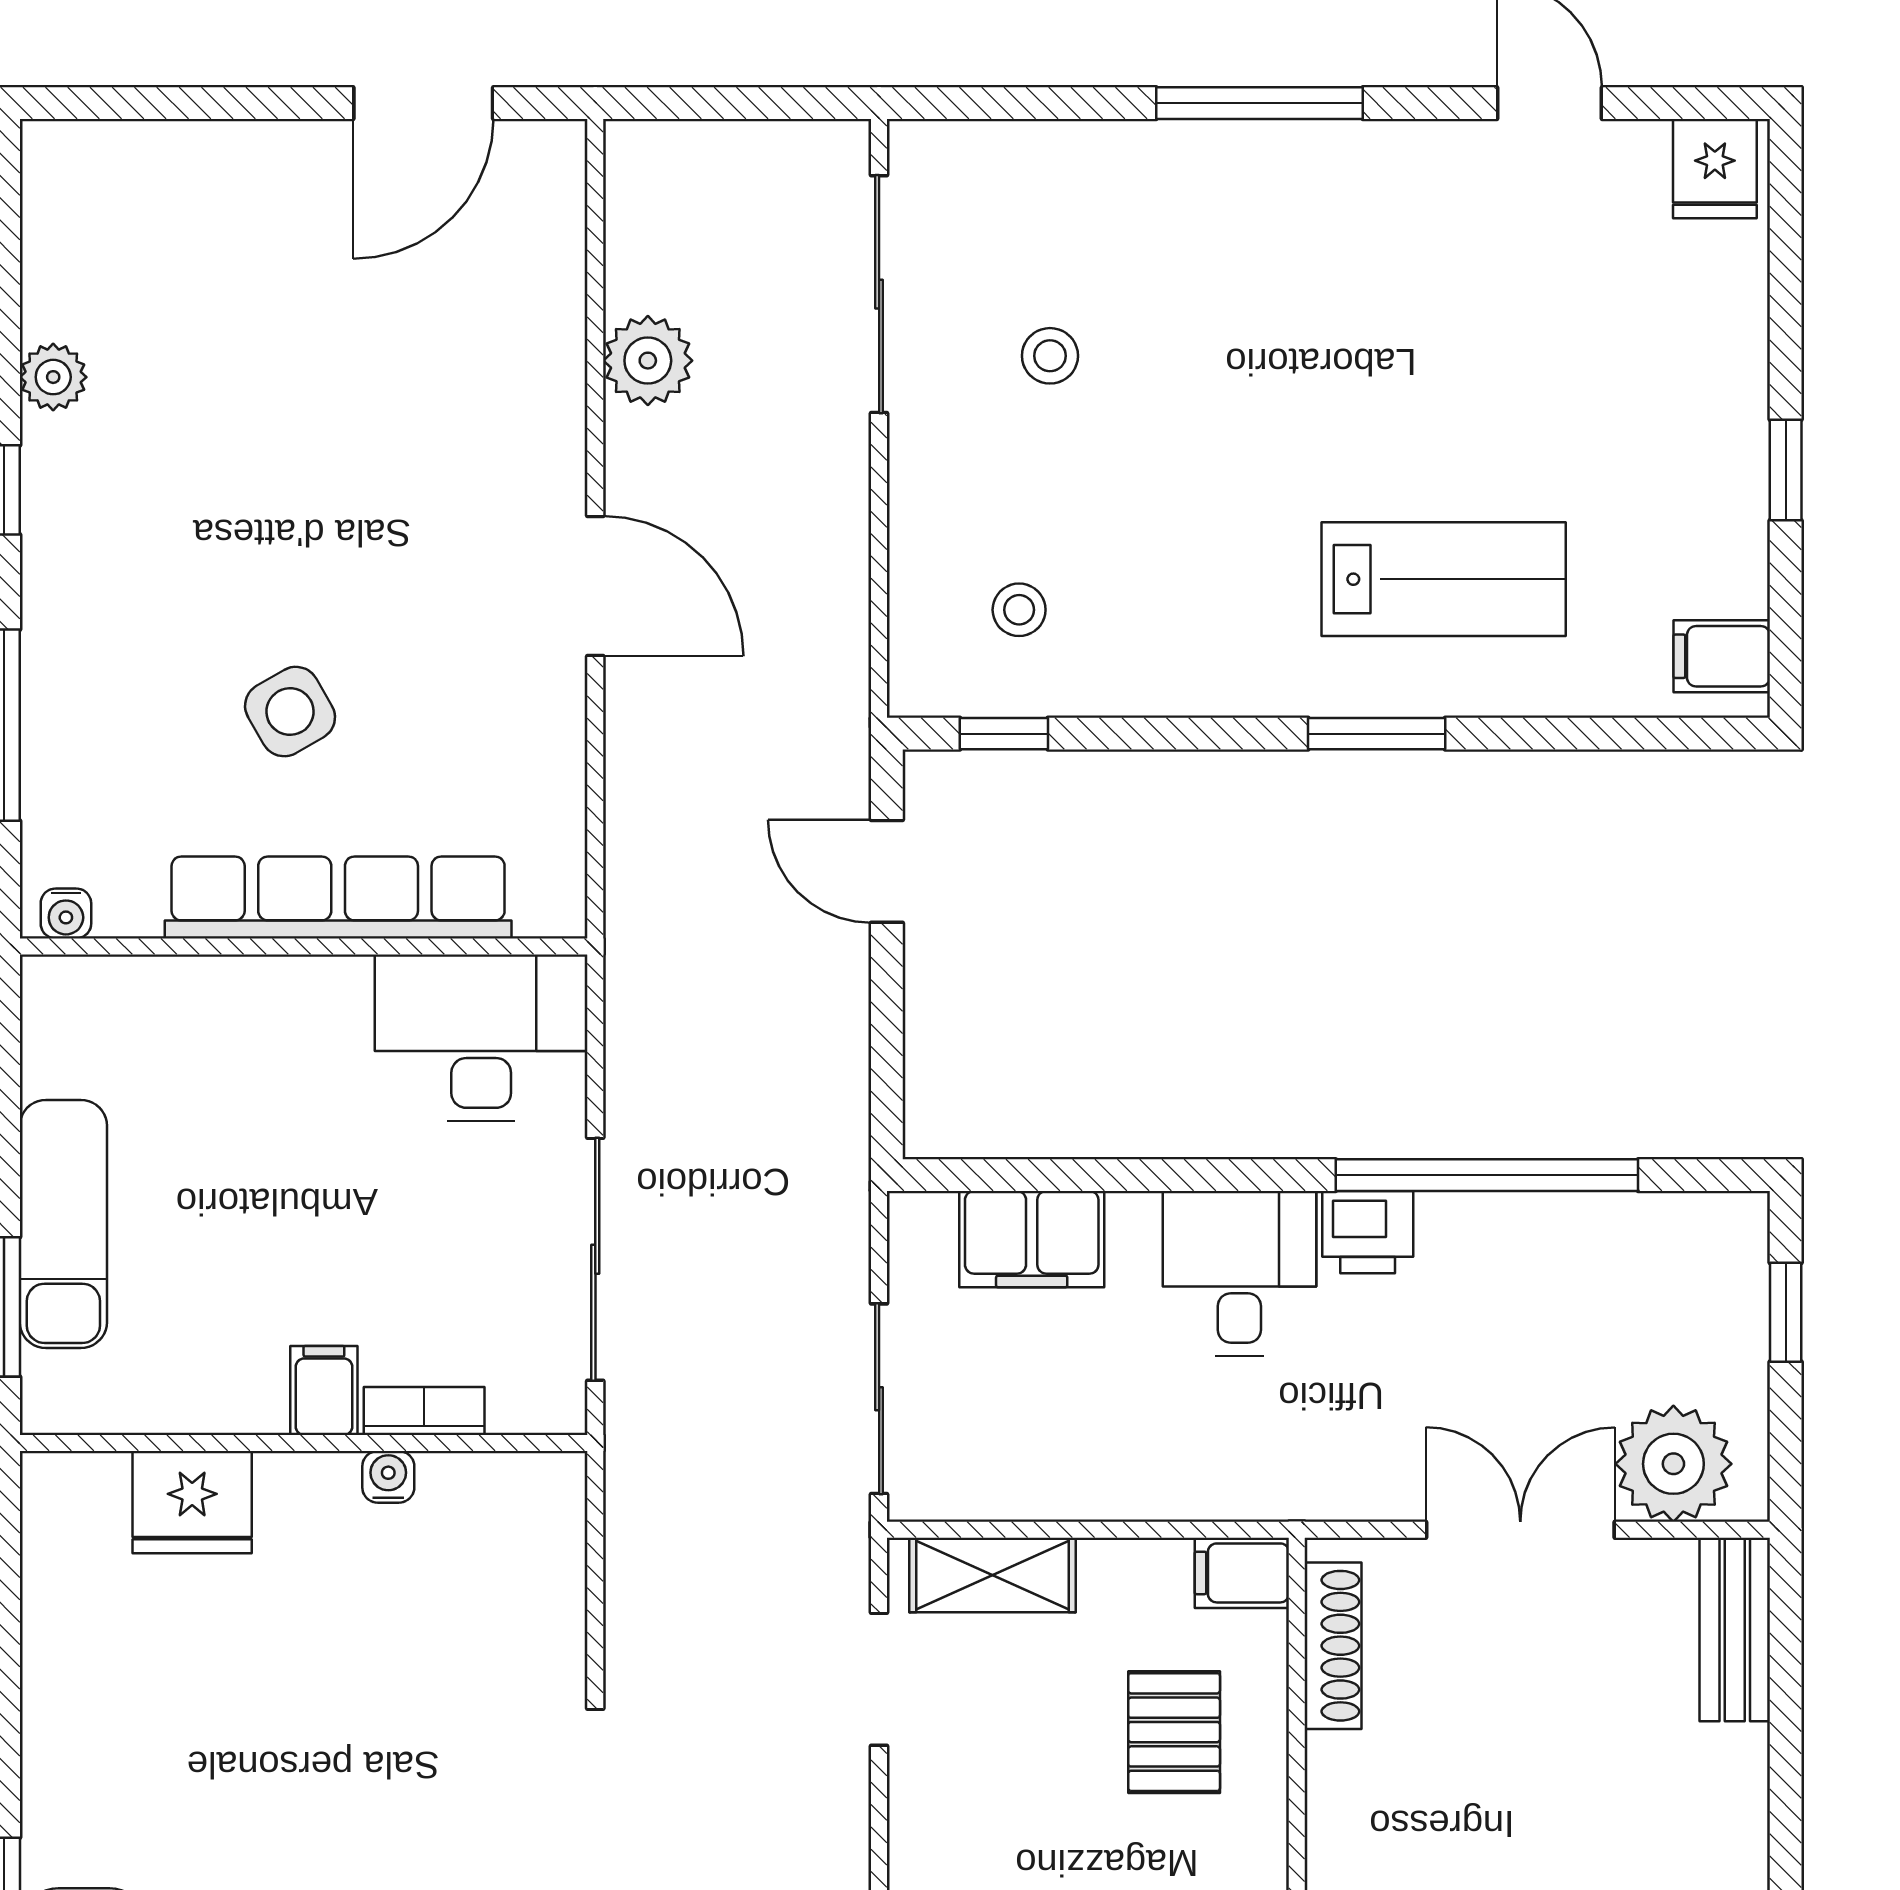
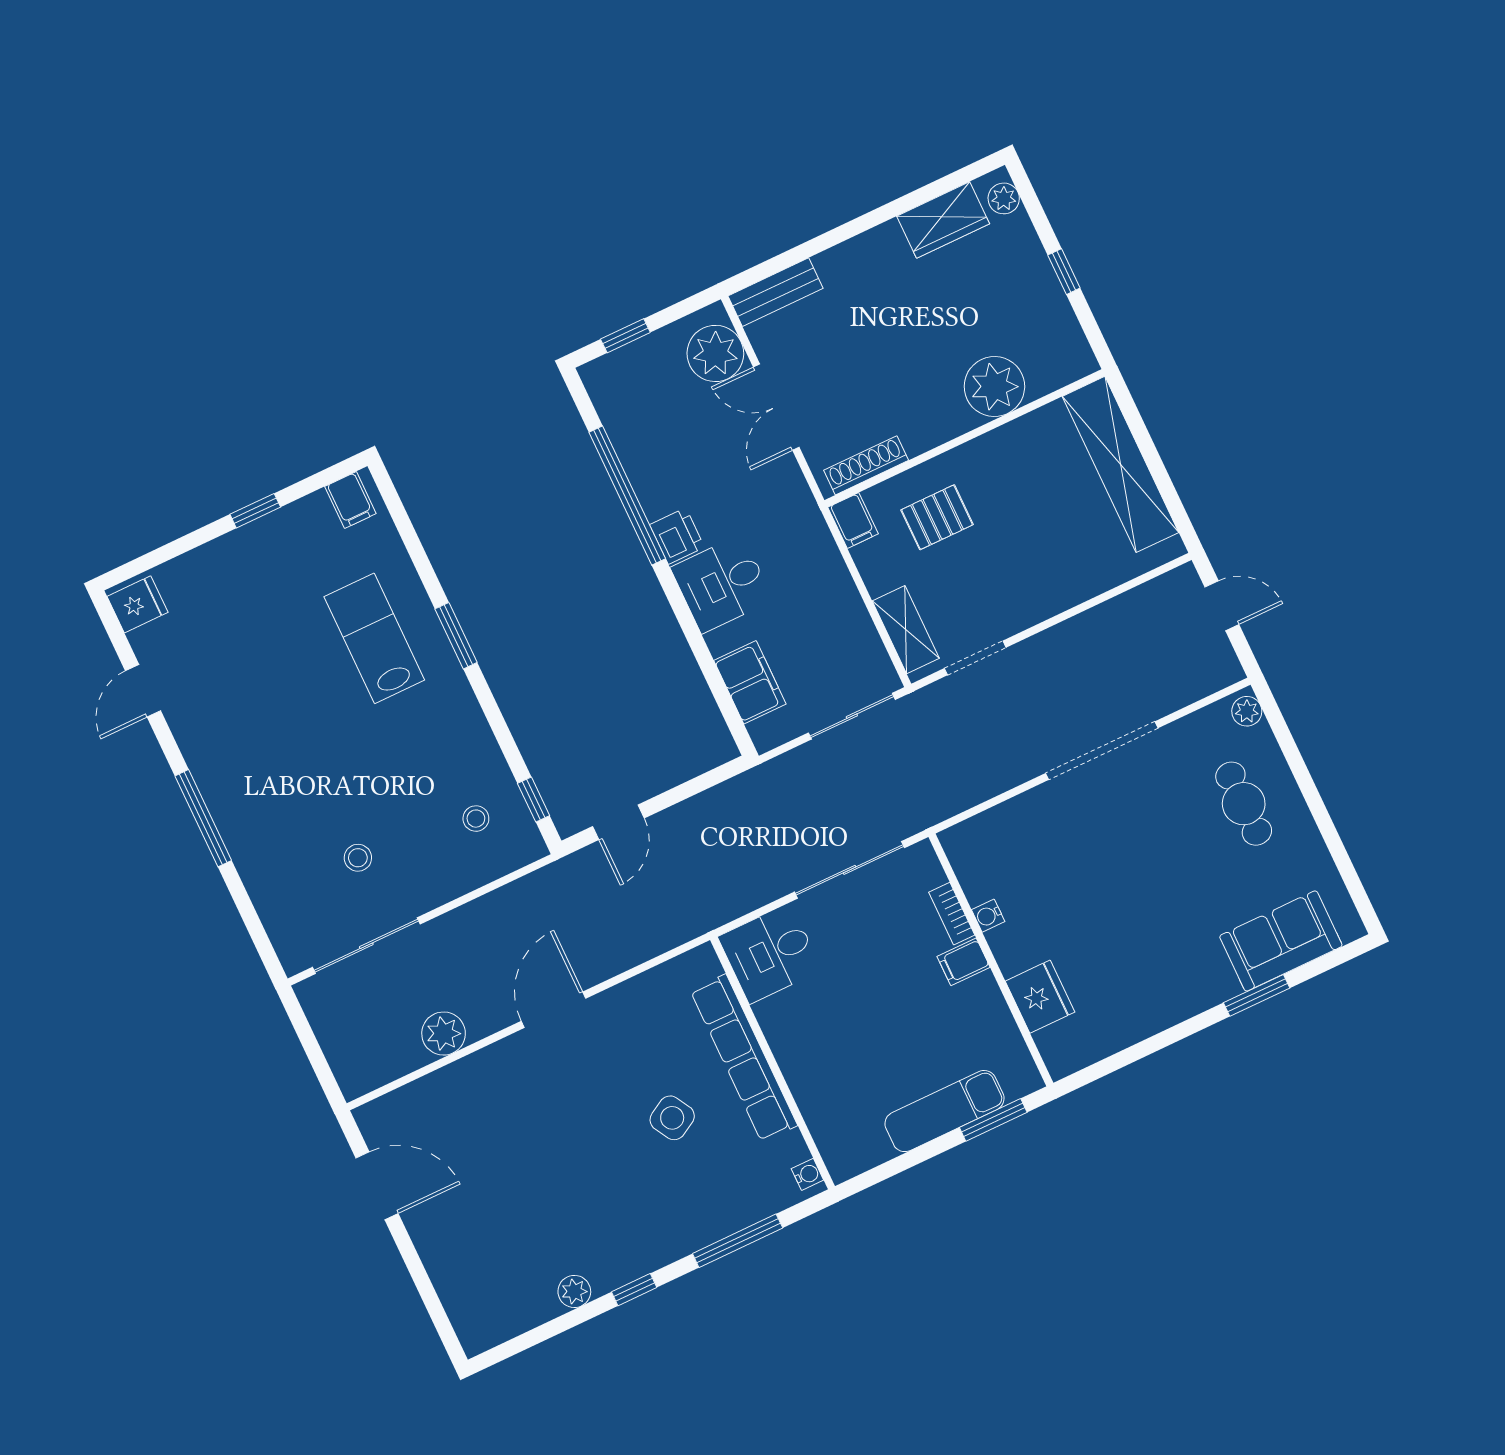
desk: (481, 1038) -> (770, 953), width x0.73

